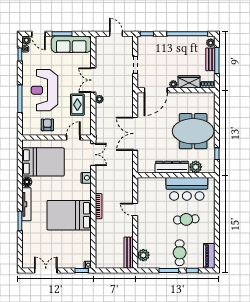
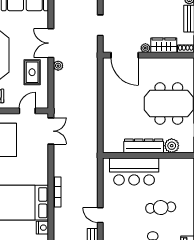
door: (156, 90) -> (125, 55), hinge flipped
double door: (135, 134) -> (100, 106), removed
nightstand: (86, 178) -> (42, 228), moved
bar counter: (187, 189) -> (134, 171), moved
door: (135, 210) -> (100, 215), moved

